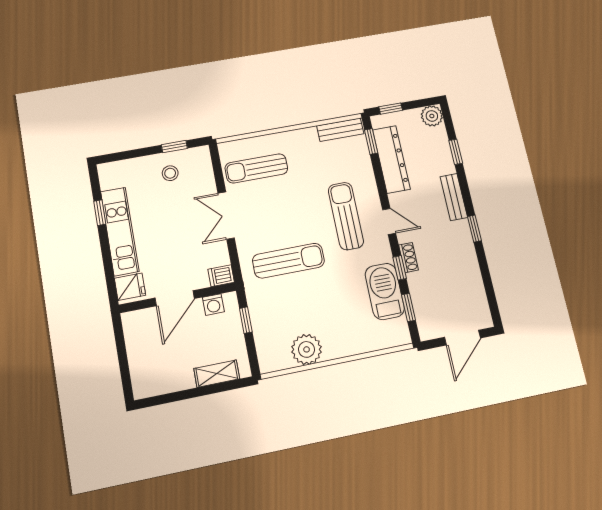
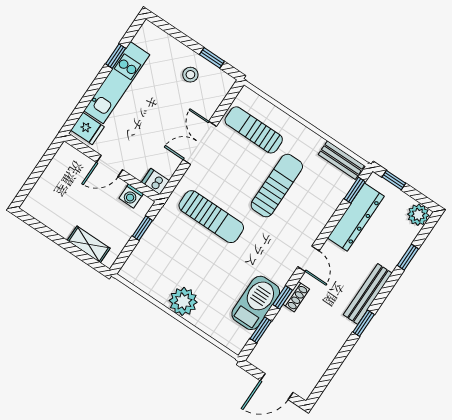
bench: (454, 197) -> (368, 294), width x1.36
sun lounger: (346, 216) -> (277, 186), moved
door: (175, 298) -> (109, 166), width x0.73
plant: (307, 349) -> (183, 301), moved

